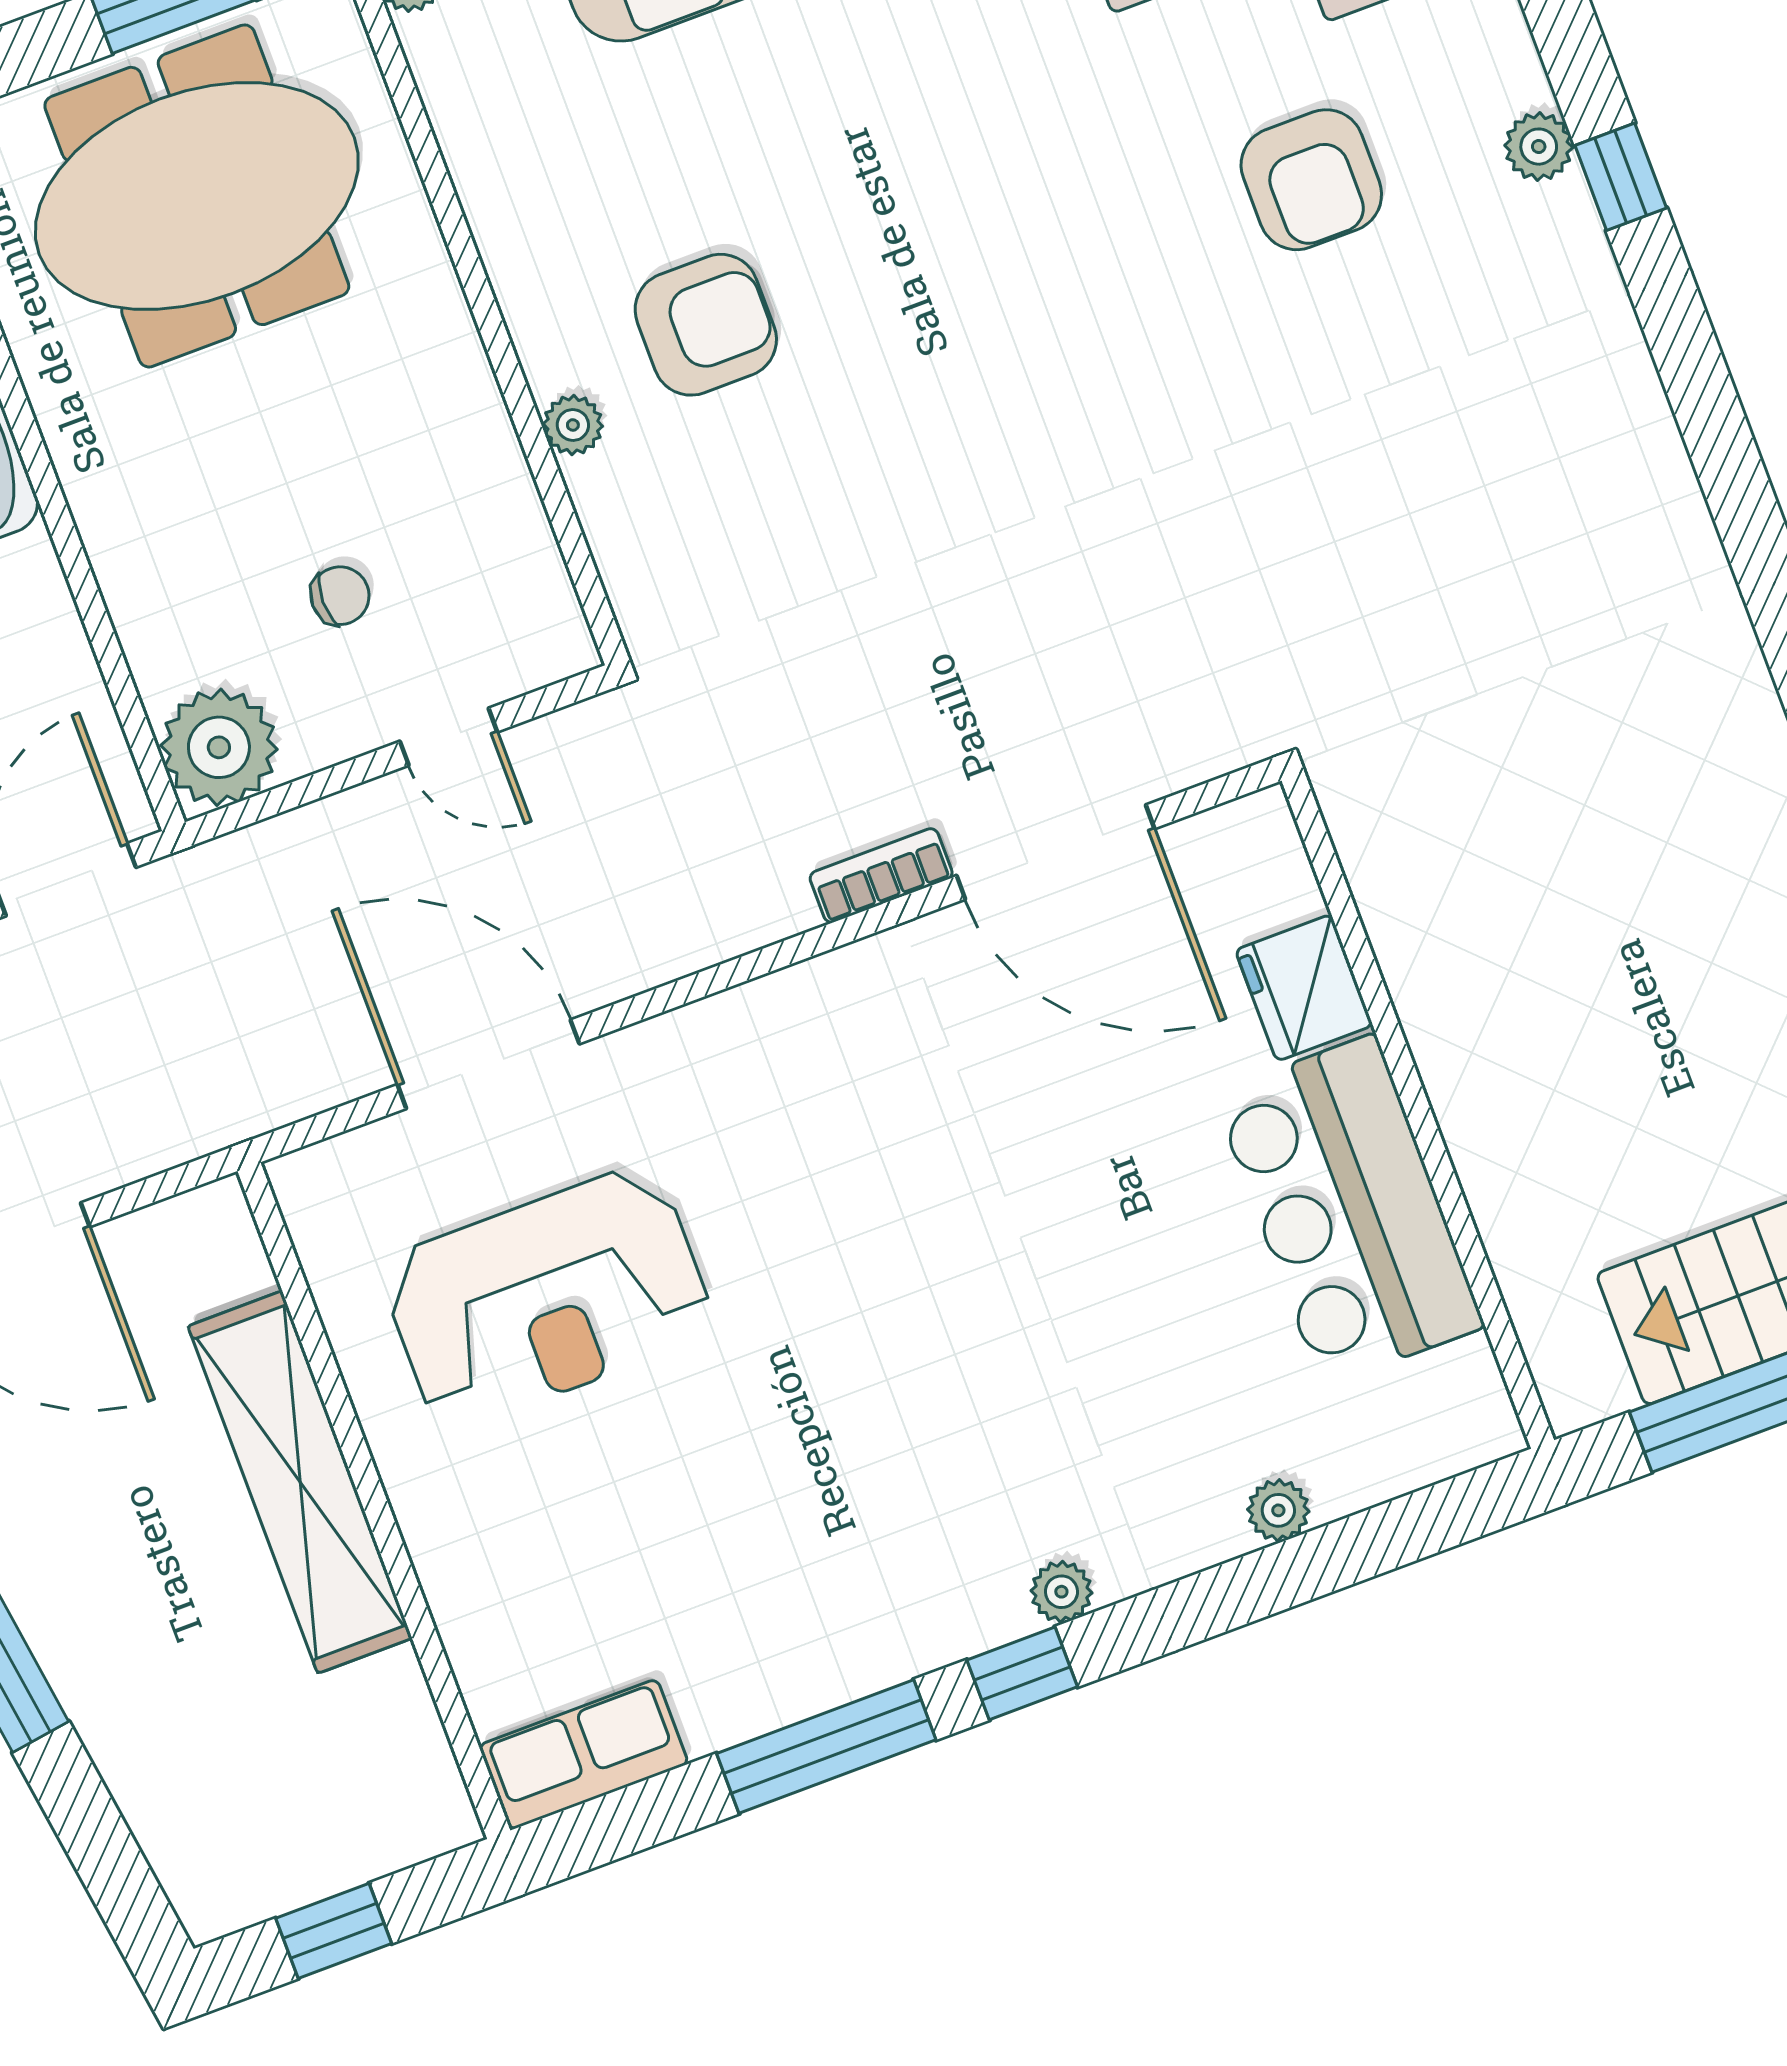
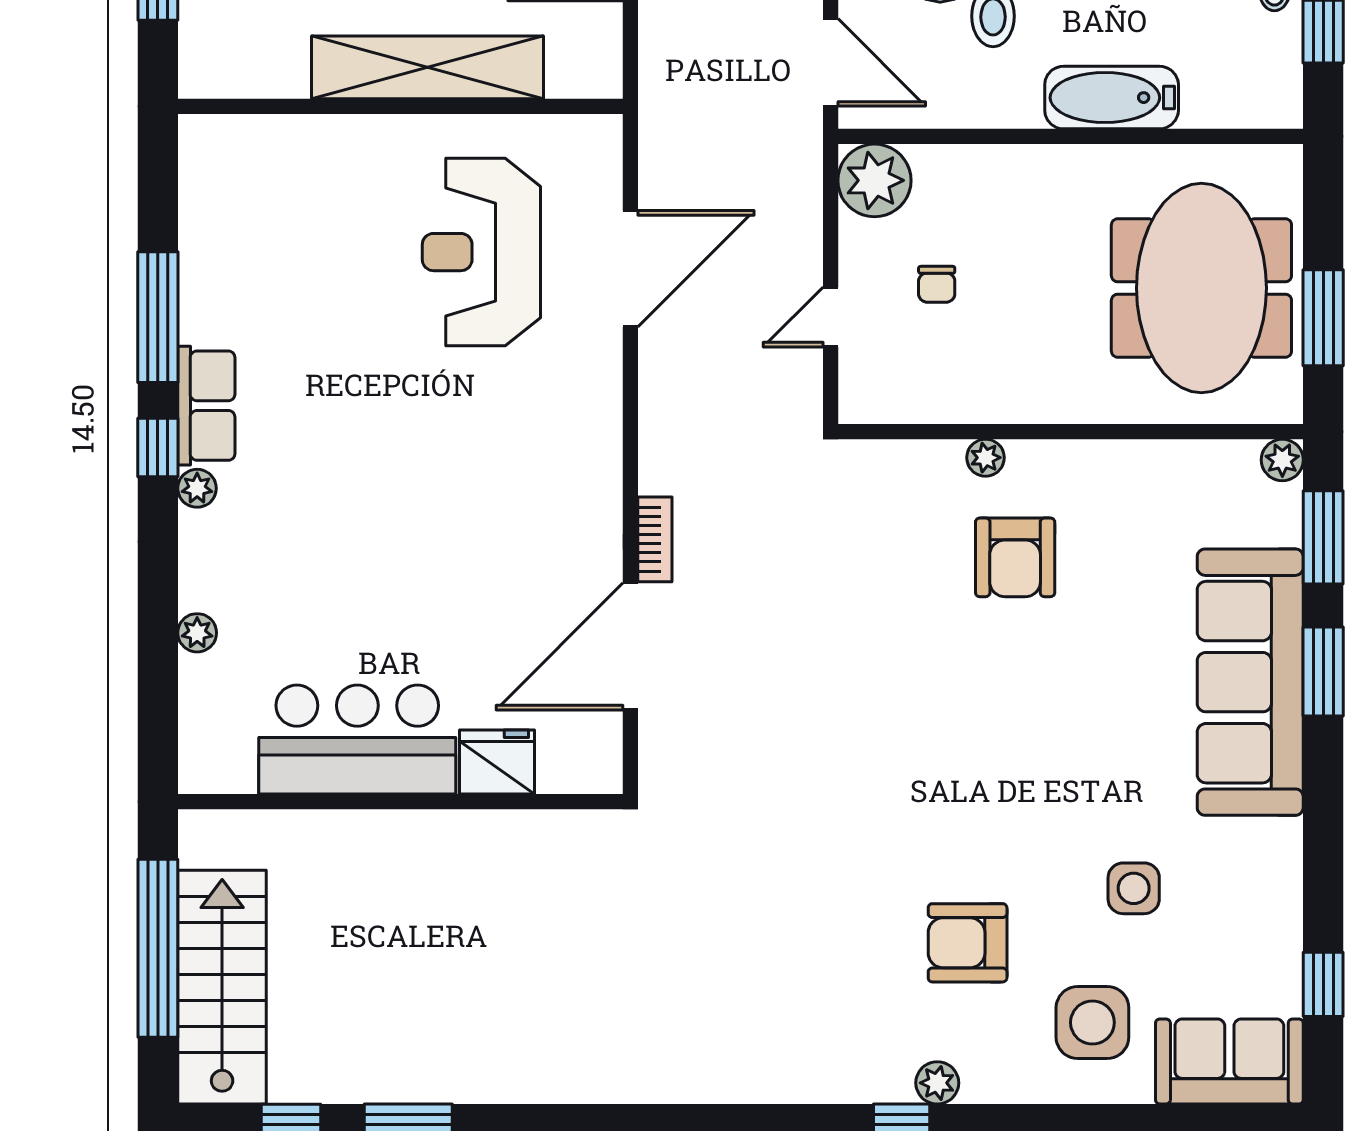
row of seats: (584, 1754) -> (206, 406), moved

